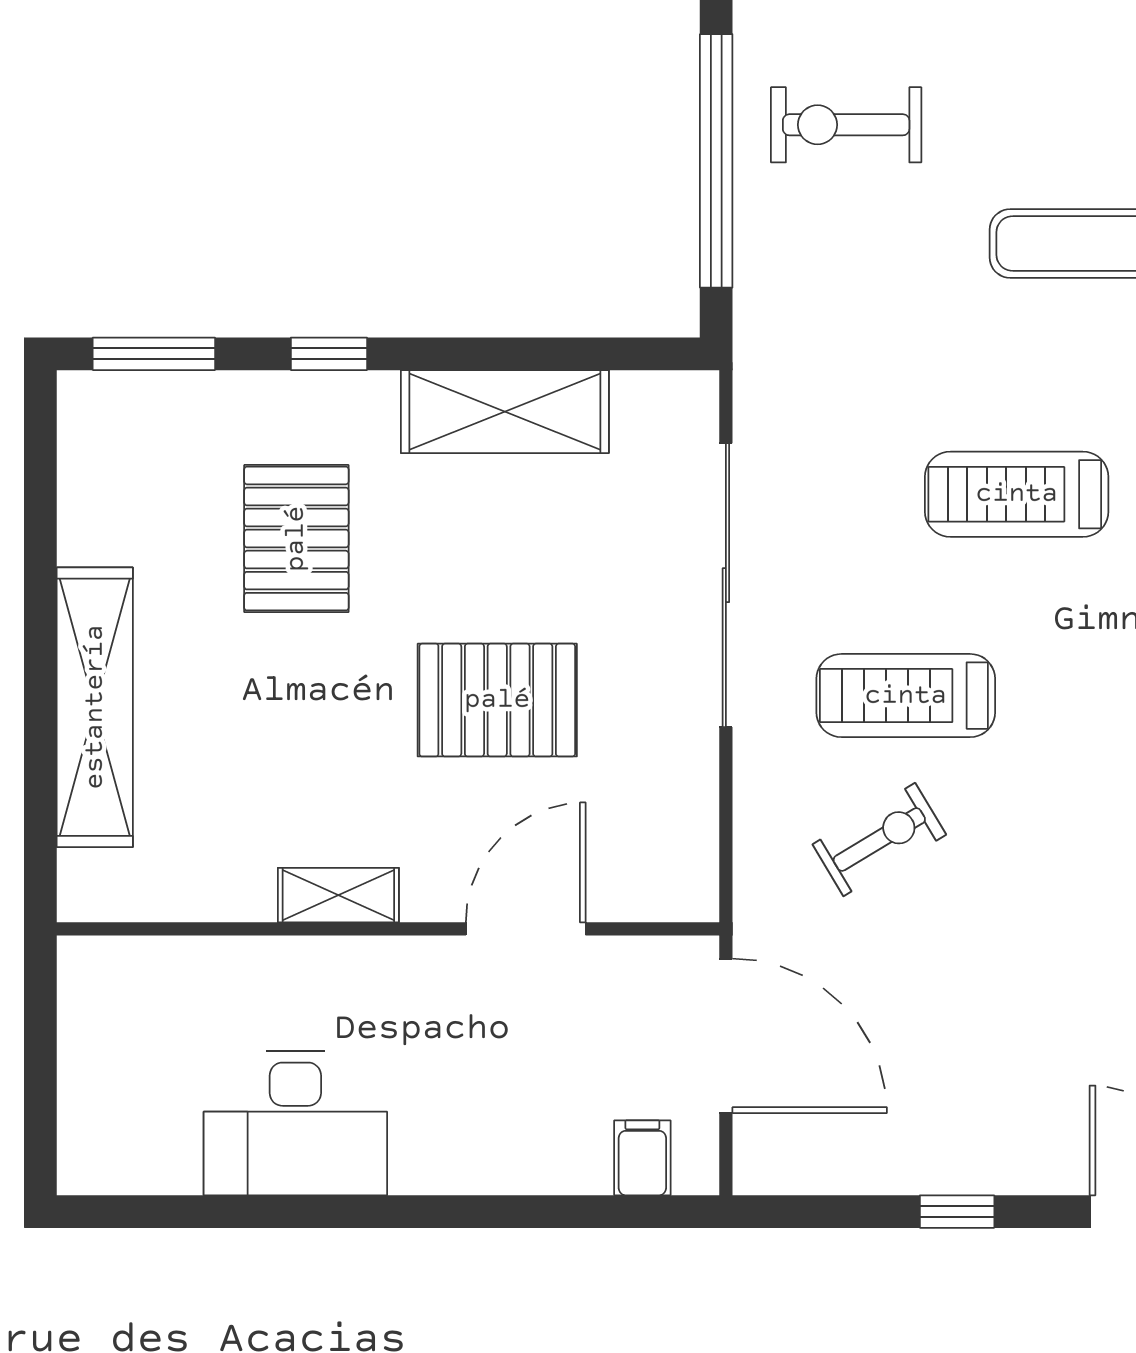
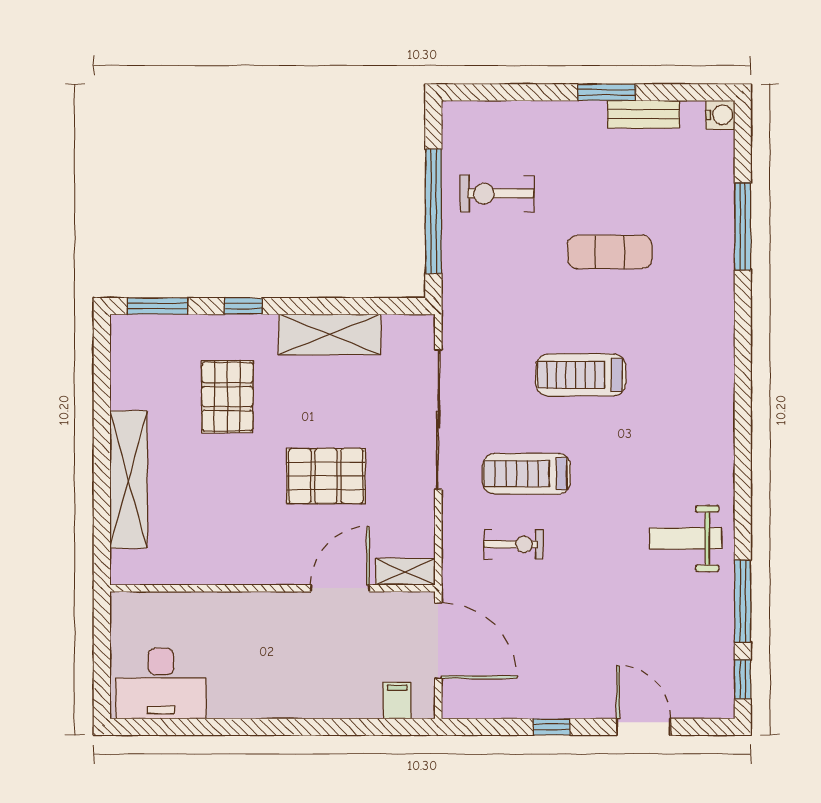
exercise bike: (879, 840) -> (513, 544), turned 31
shelving: (338, 895) -> (405, 572), moved
desk: (295, 1123) -> (161, 684), moved

